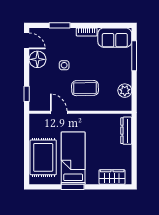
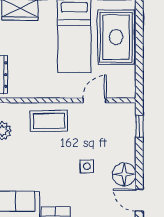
coffee table: (85, 88) -> (49, 121), moved
door: (59, 112) -> (94, 100), swing flipped

